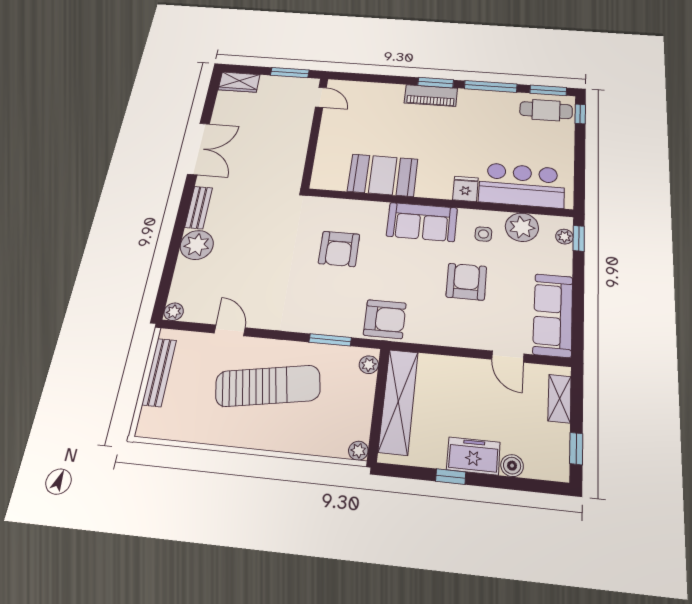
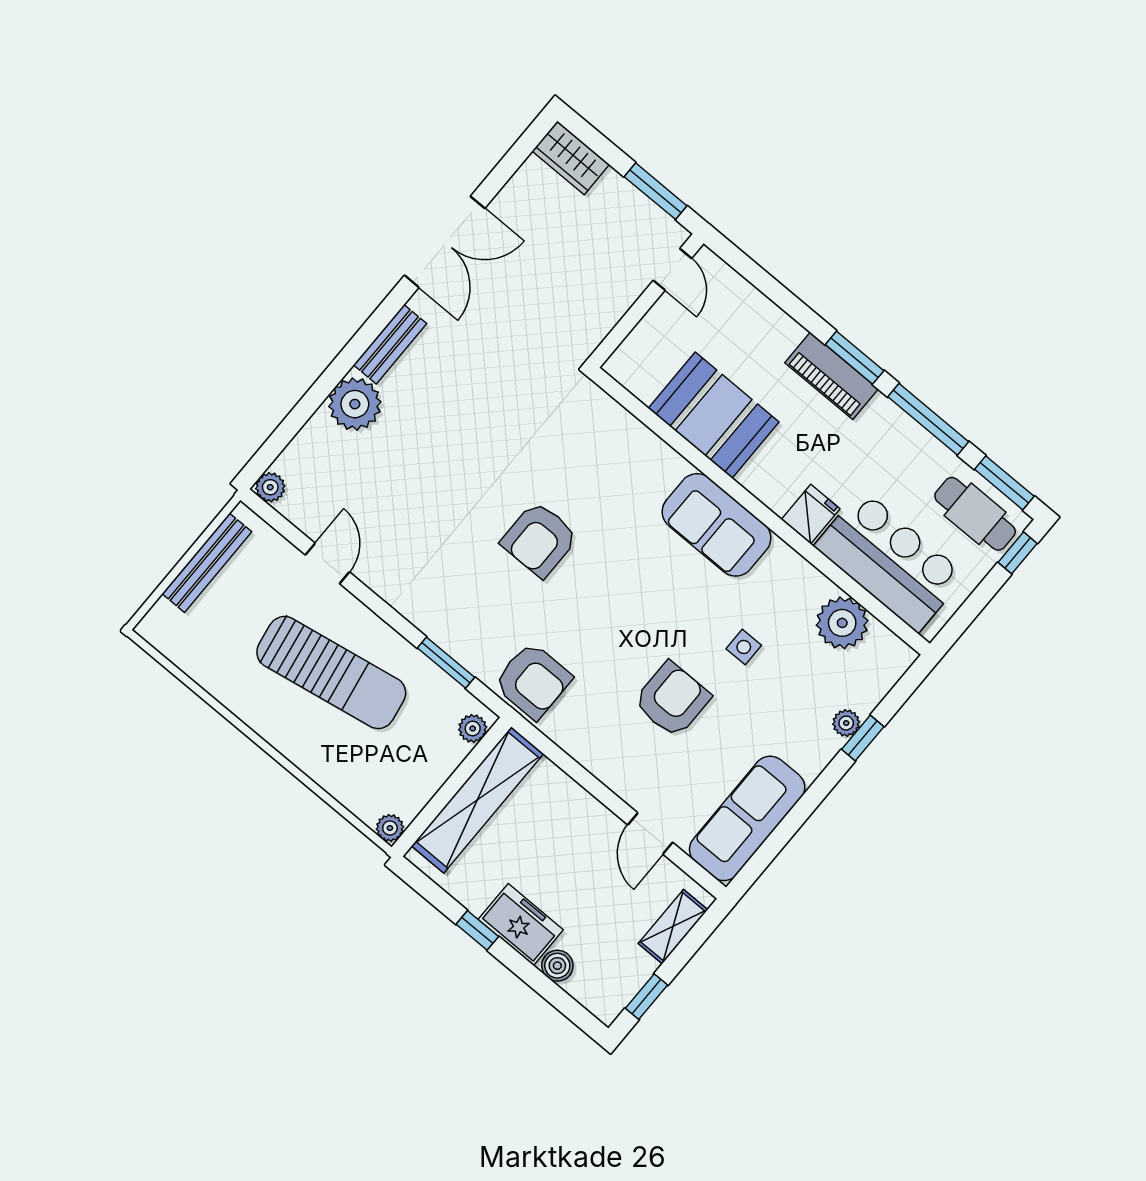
booth: (383, 175) -> (714, 415), moved
bar counter: (522, 185) -> (890, 561), moved
fridge: (466, 189) -> (811, 514), moved
wall: (439, 203) -> (760, 511), moved
sofa: (422, 222) -> (717, 525), moved
plant: (522, 227) -> (842, 623), moved

